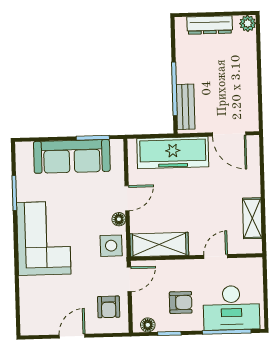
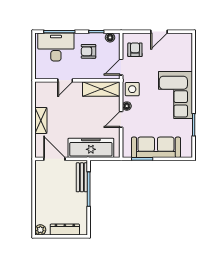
shelving: (252, 218) -> (41, 120), moved

